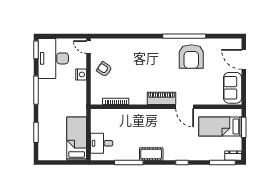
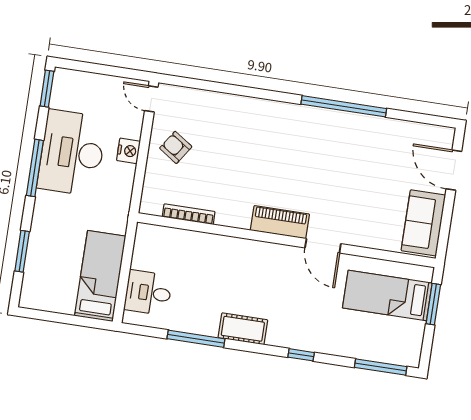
armchair: (191, 57) -> (351, 149), removed
desk: (53, 58) -> (72, 153), moved
dresser: (233, 156) -> (404, 357), removed

